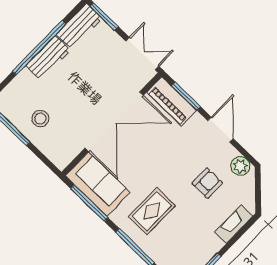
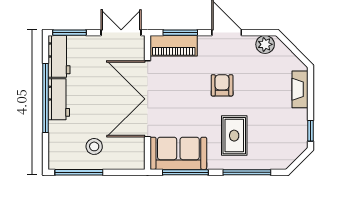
double door: (114, 122) -> (148, 99), swing flipped
armchair: (207, 183) -> (222, 85), moved

